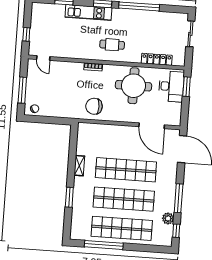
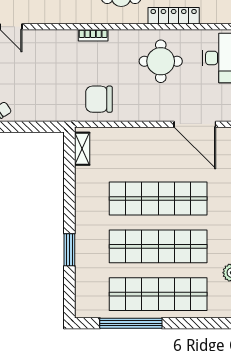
locker: (157, 59) -> (174, 16), moved
round table: (133, 86) -> (161, 61), width x0.73, depth x0.73
shelving: (79, 166) -> (82, 149), moved

